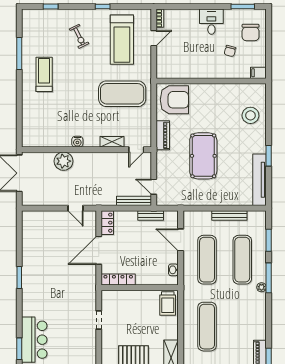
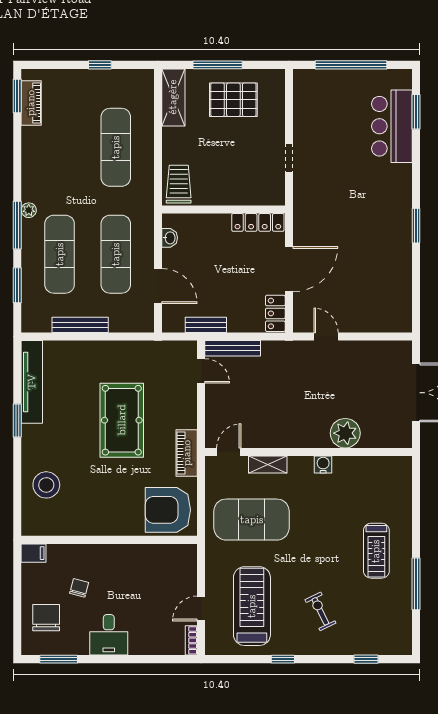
water cooler: (77, 142) -> (323, 464), moved
shelving: (112, 142) -> (268, 464), moved
wall: (86, 149) -> (309, 452), moved
door: (136, 149) -> (229, 452), moved
plant: (64, 161) -> (345, 433), moved

